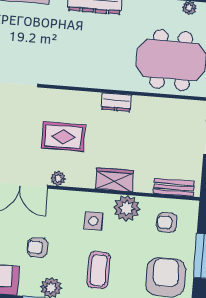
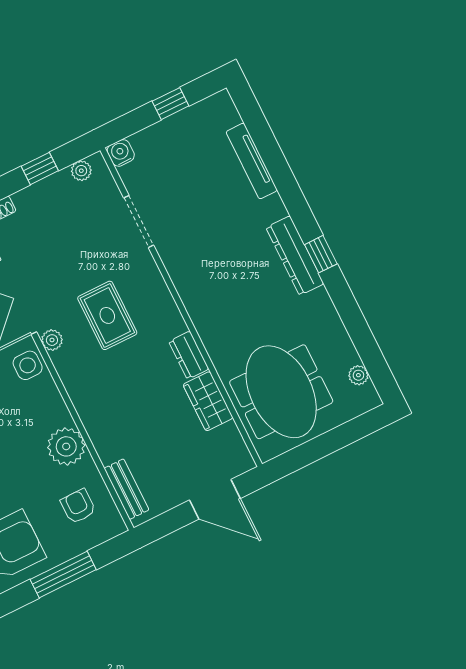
wardrobe: (114, 180) -> (208, 401), moved, turned 180
side table: (93, 221) -> (28, 365), moved

